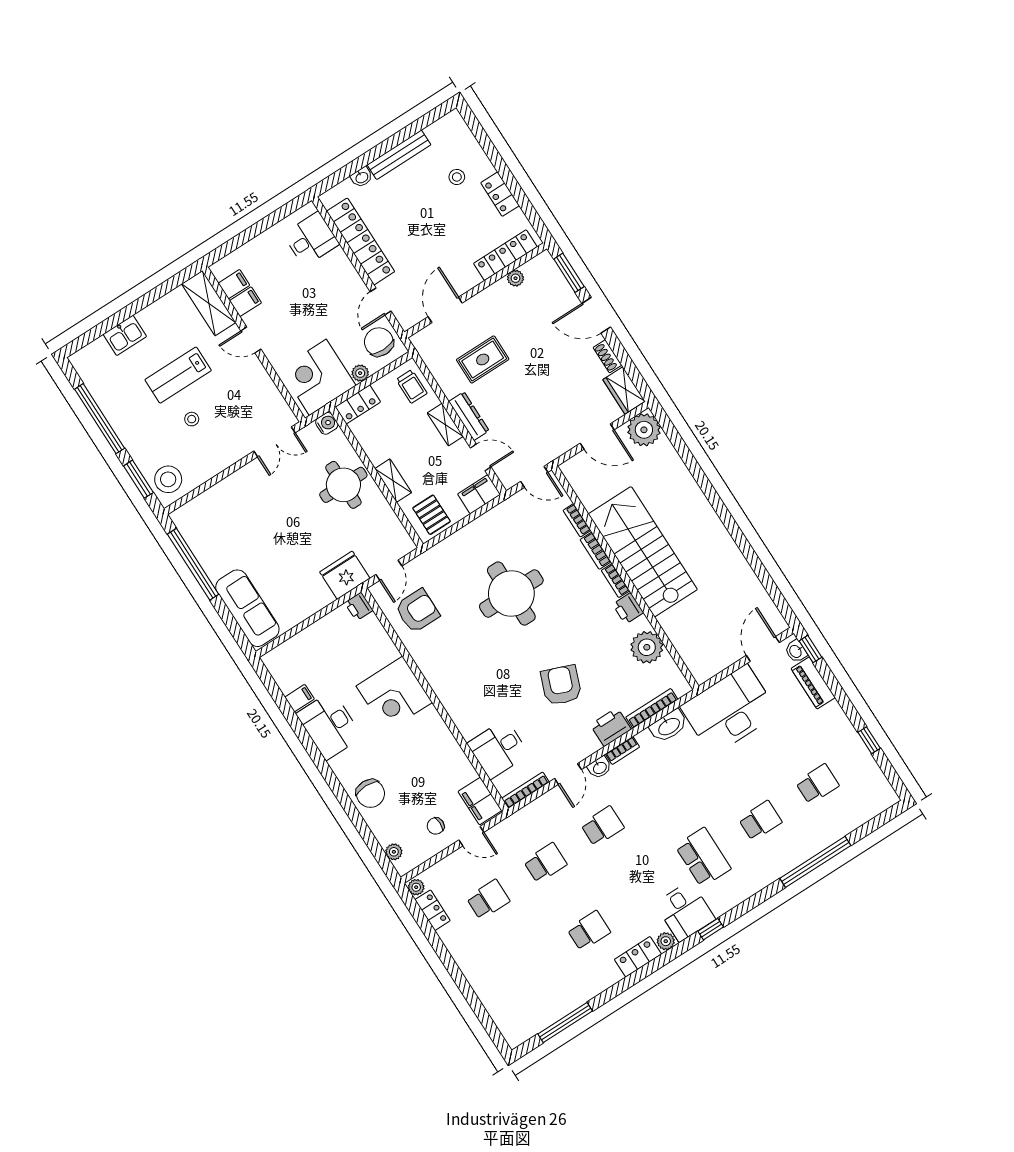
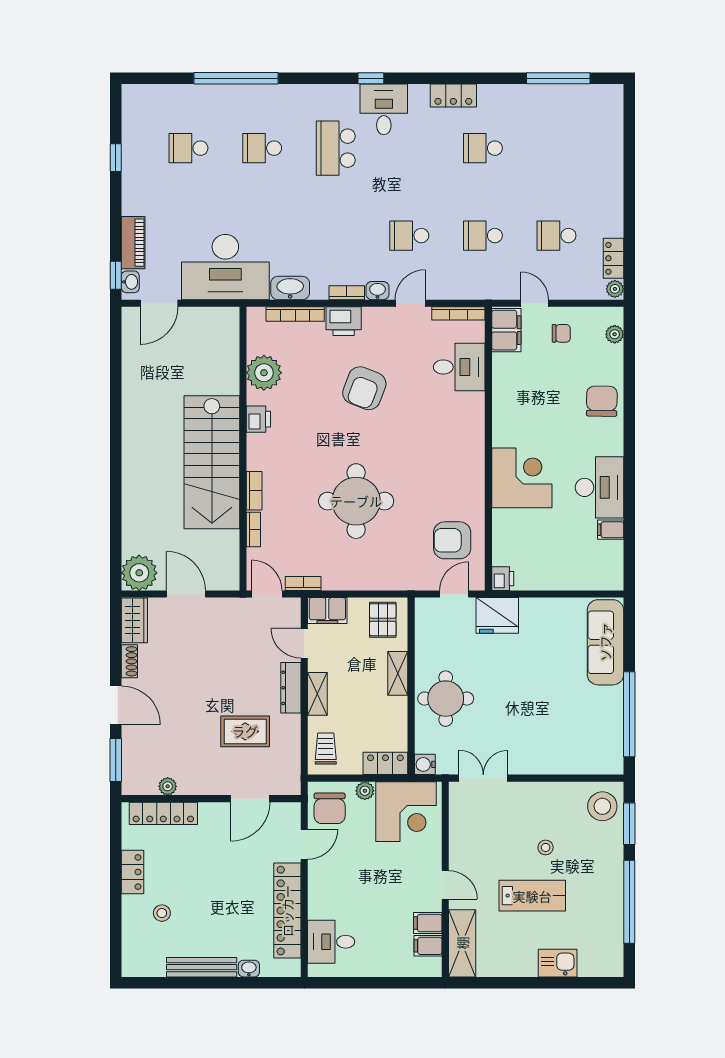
bookcase: (616, 581) -> (303, 584), moved, turned -90
plant: (666, 941) -> (419, 93), removed

